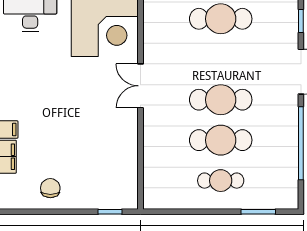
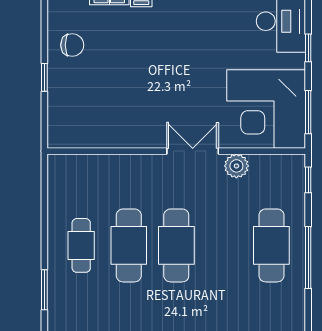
plant: (153, 49) -> (236, 166), added
window: (110, 212) -> (44, 77), moved

